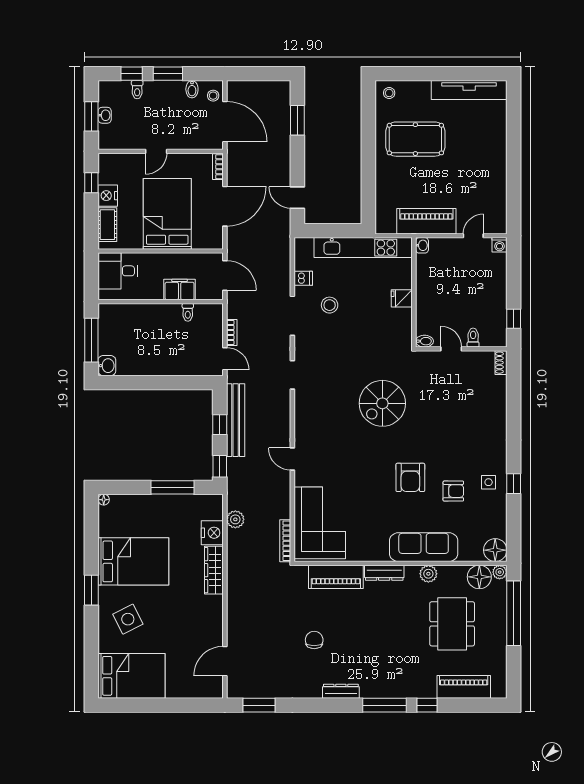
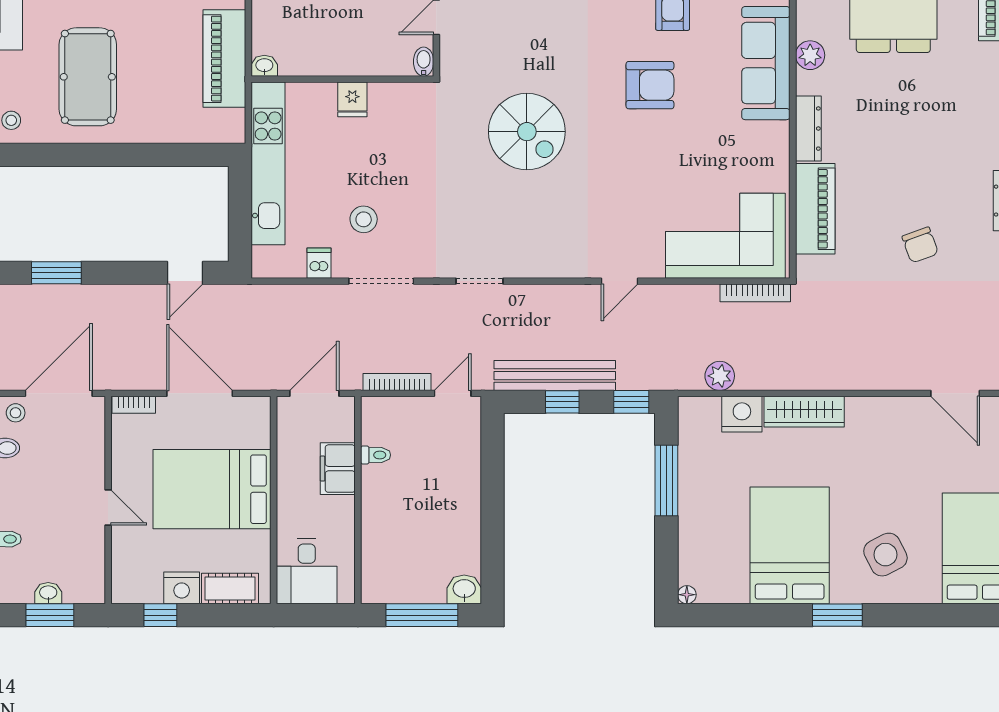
bookcase: (232, 332) -> (397, 382), width x1.56
chair: (314, 640) -> (920, 245), turned -110

